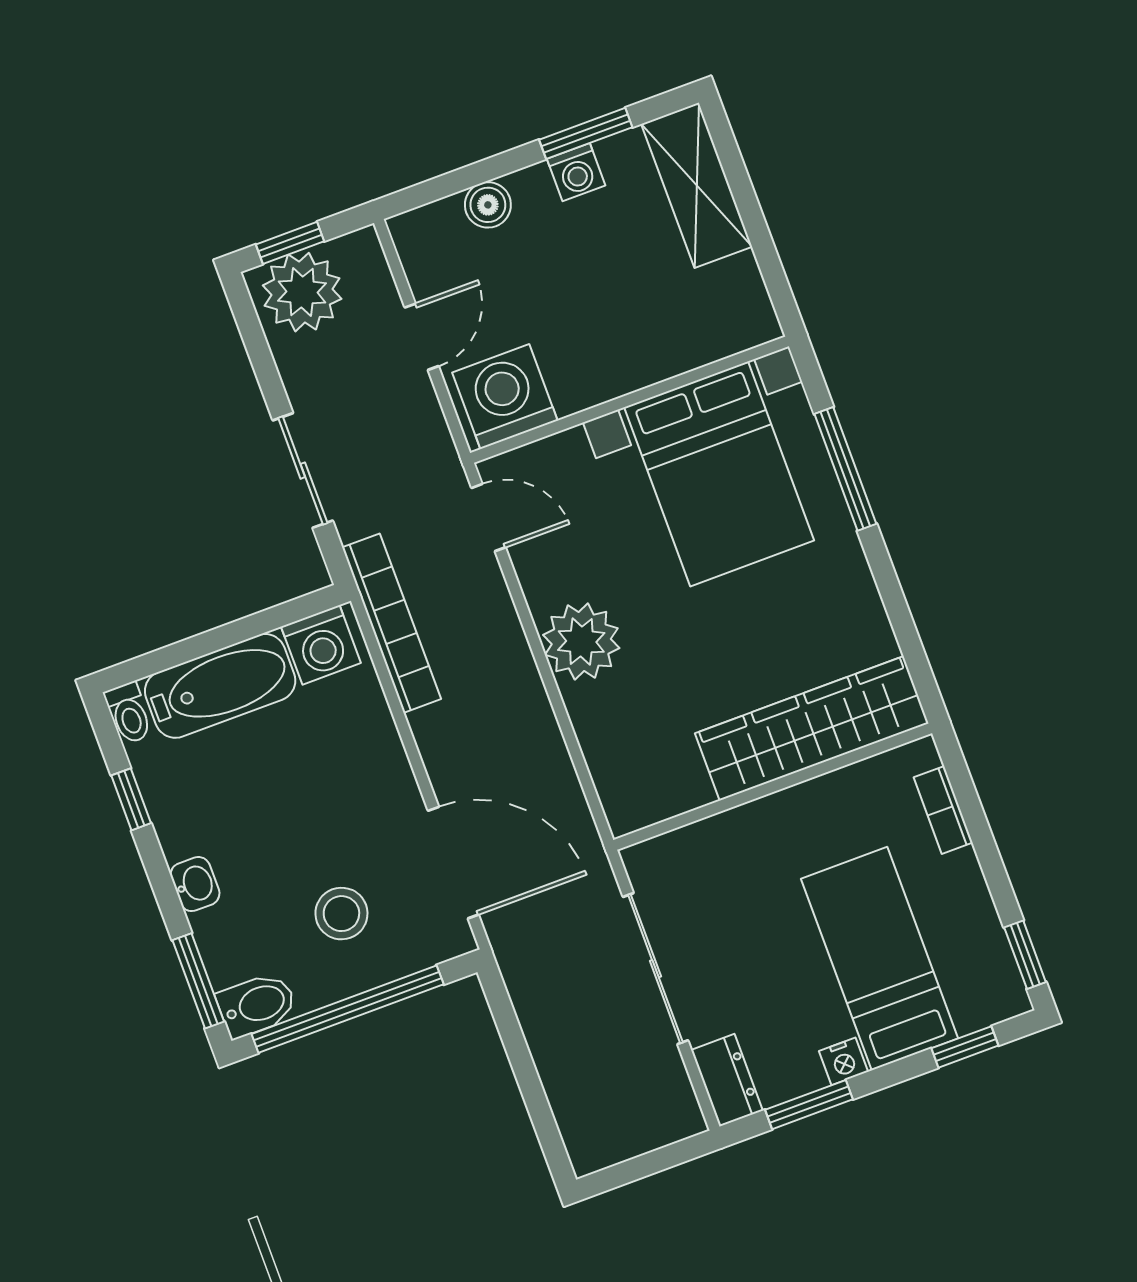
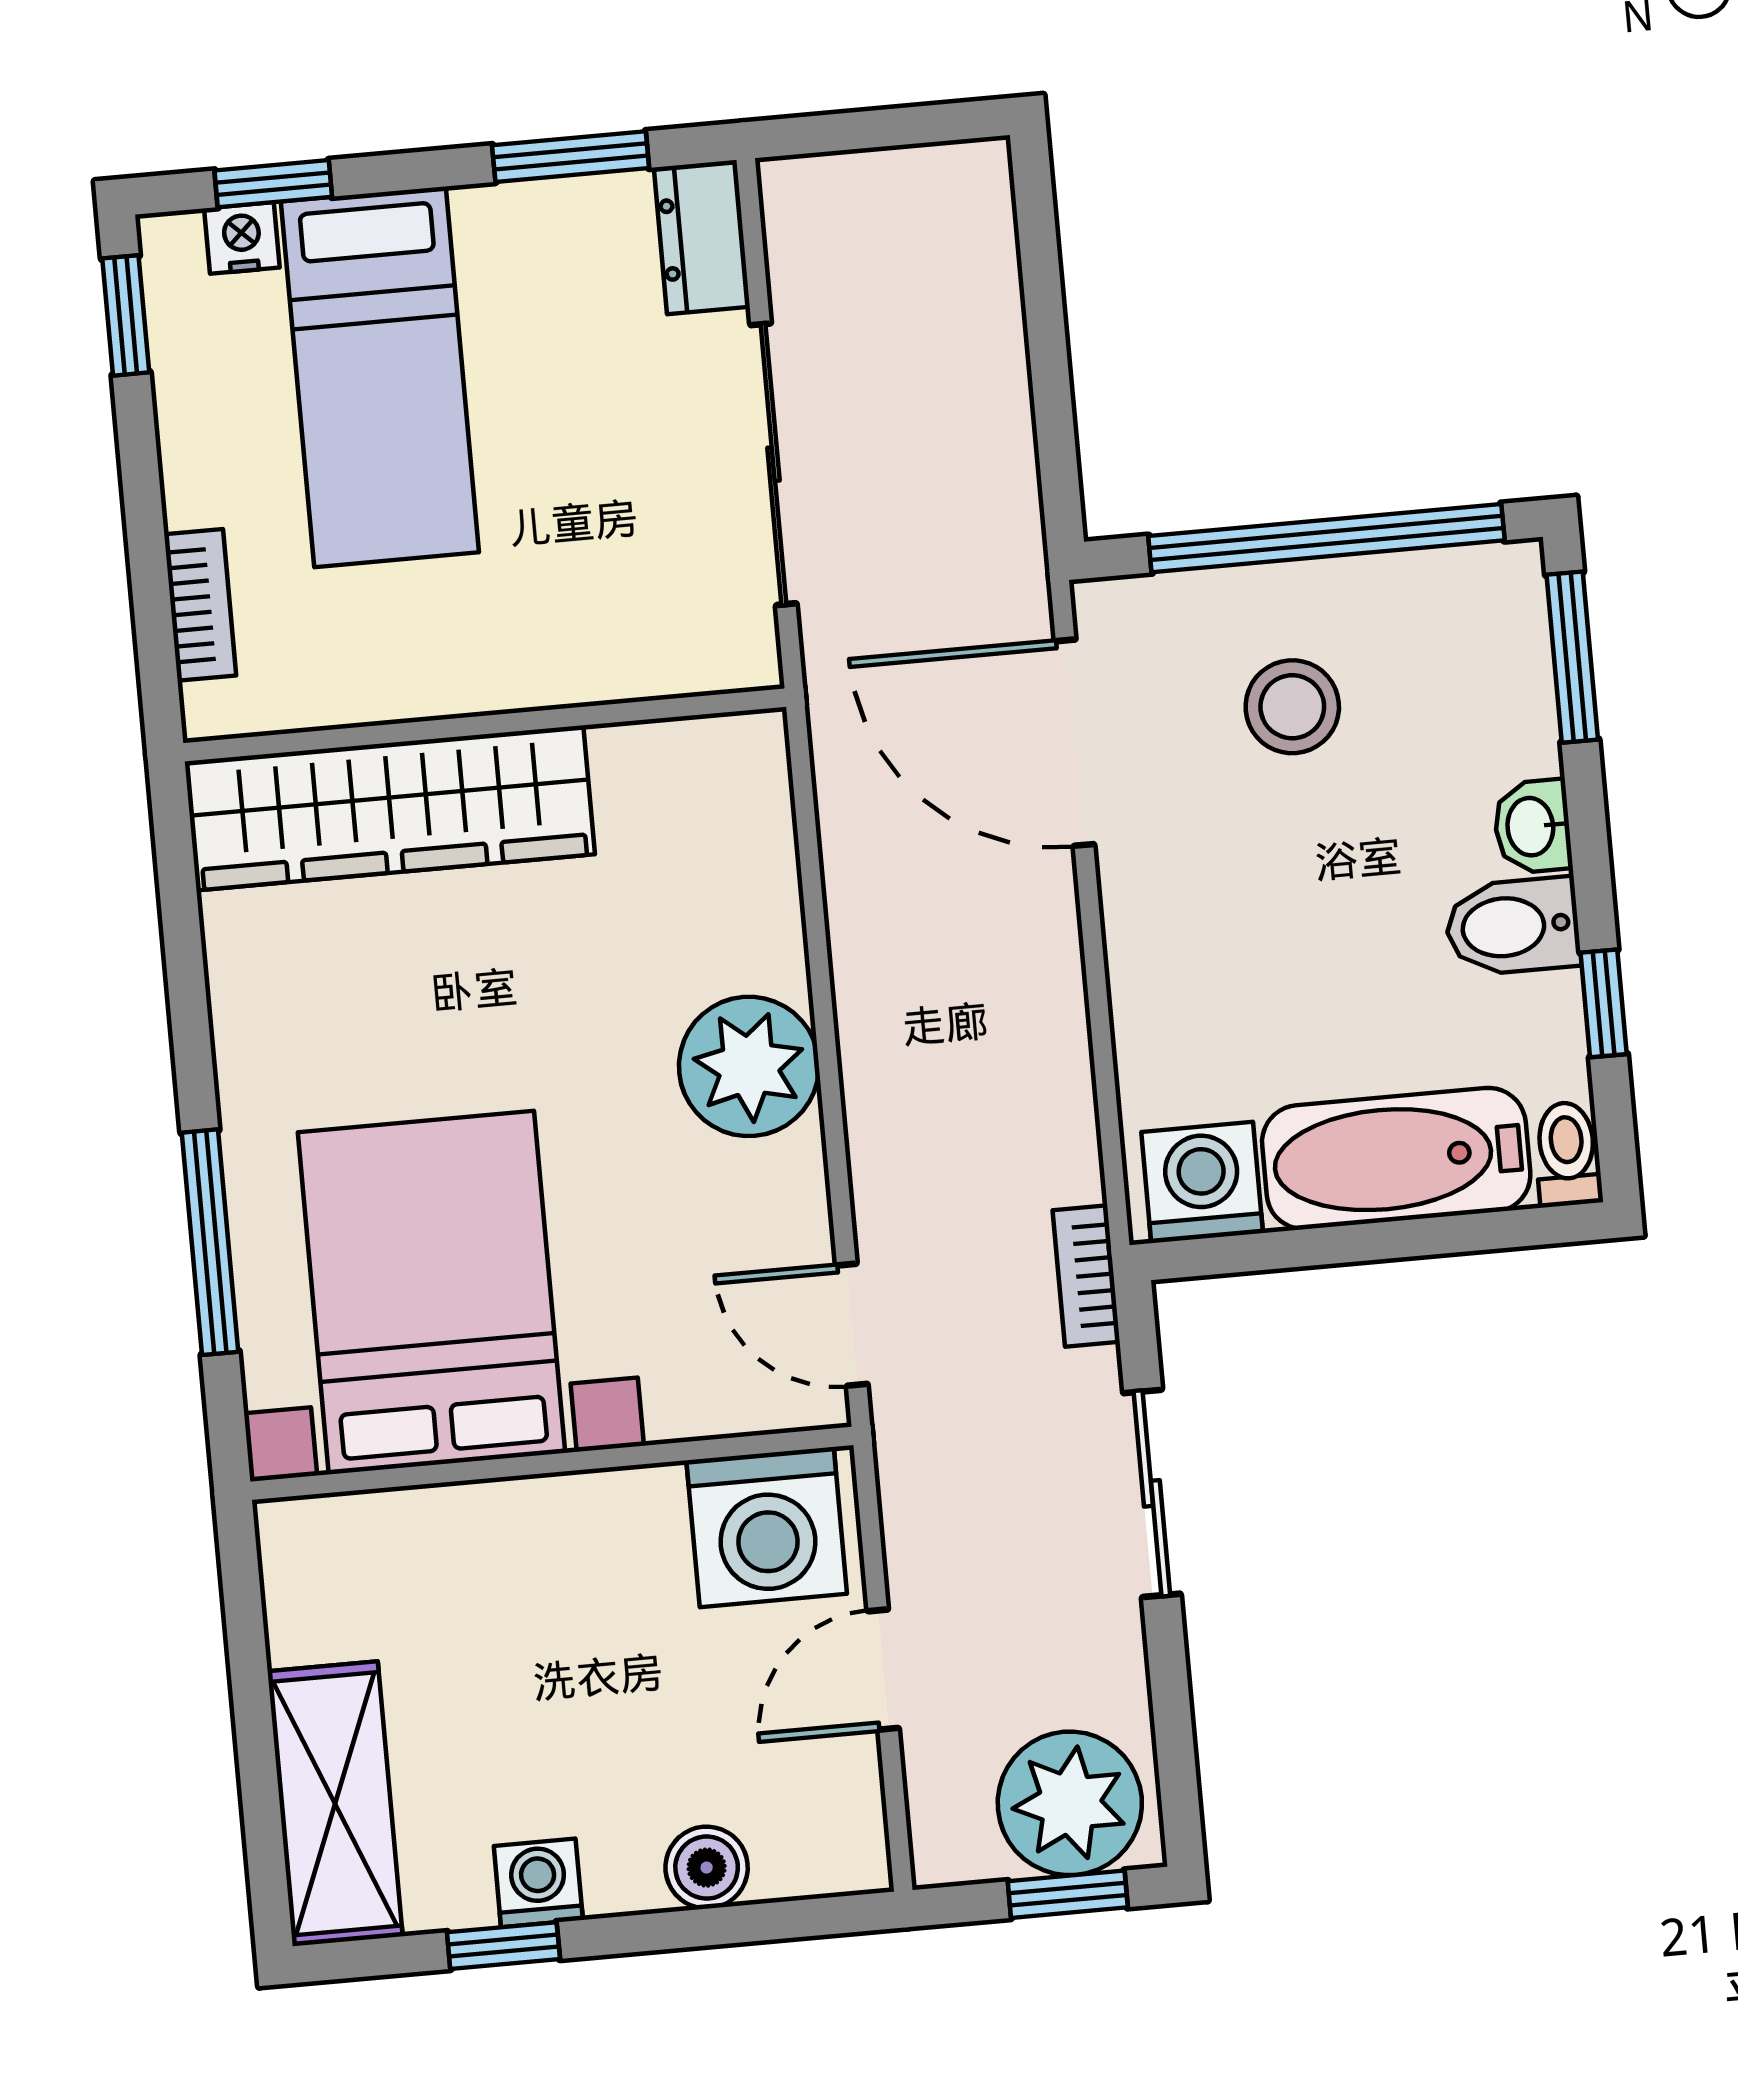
window: (586, 133) -> (503, 1946), width x0.67
bookcase: (392, 623) -> (1086, 1276), width x0.43, depth x0.76
bidet: (257, 1005) -> (1513, 926), moved
nightstand: (843, 1061) -> (242, 238), moved

